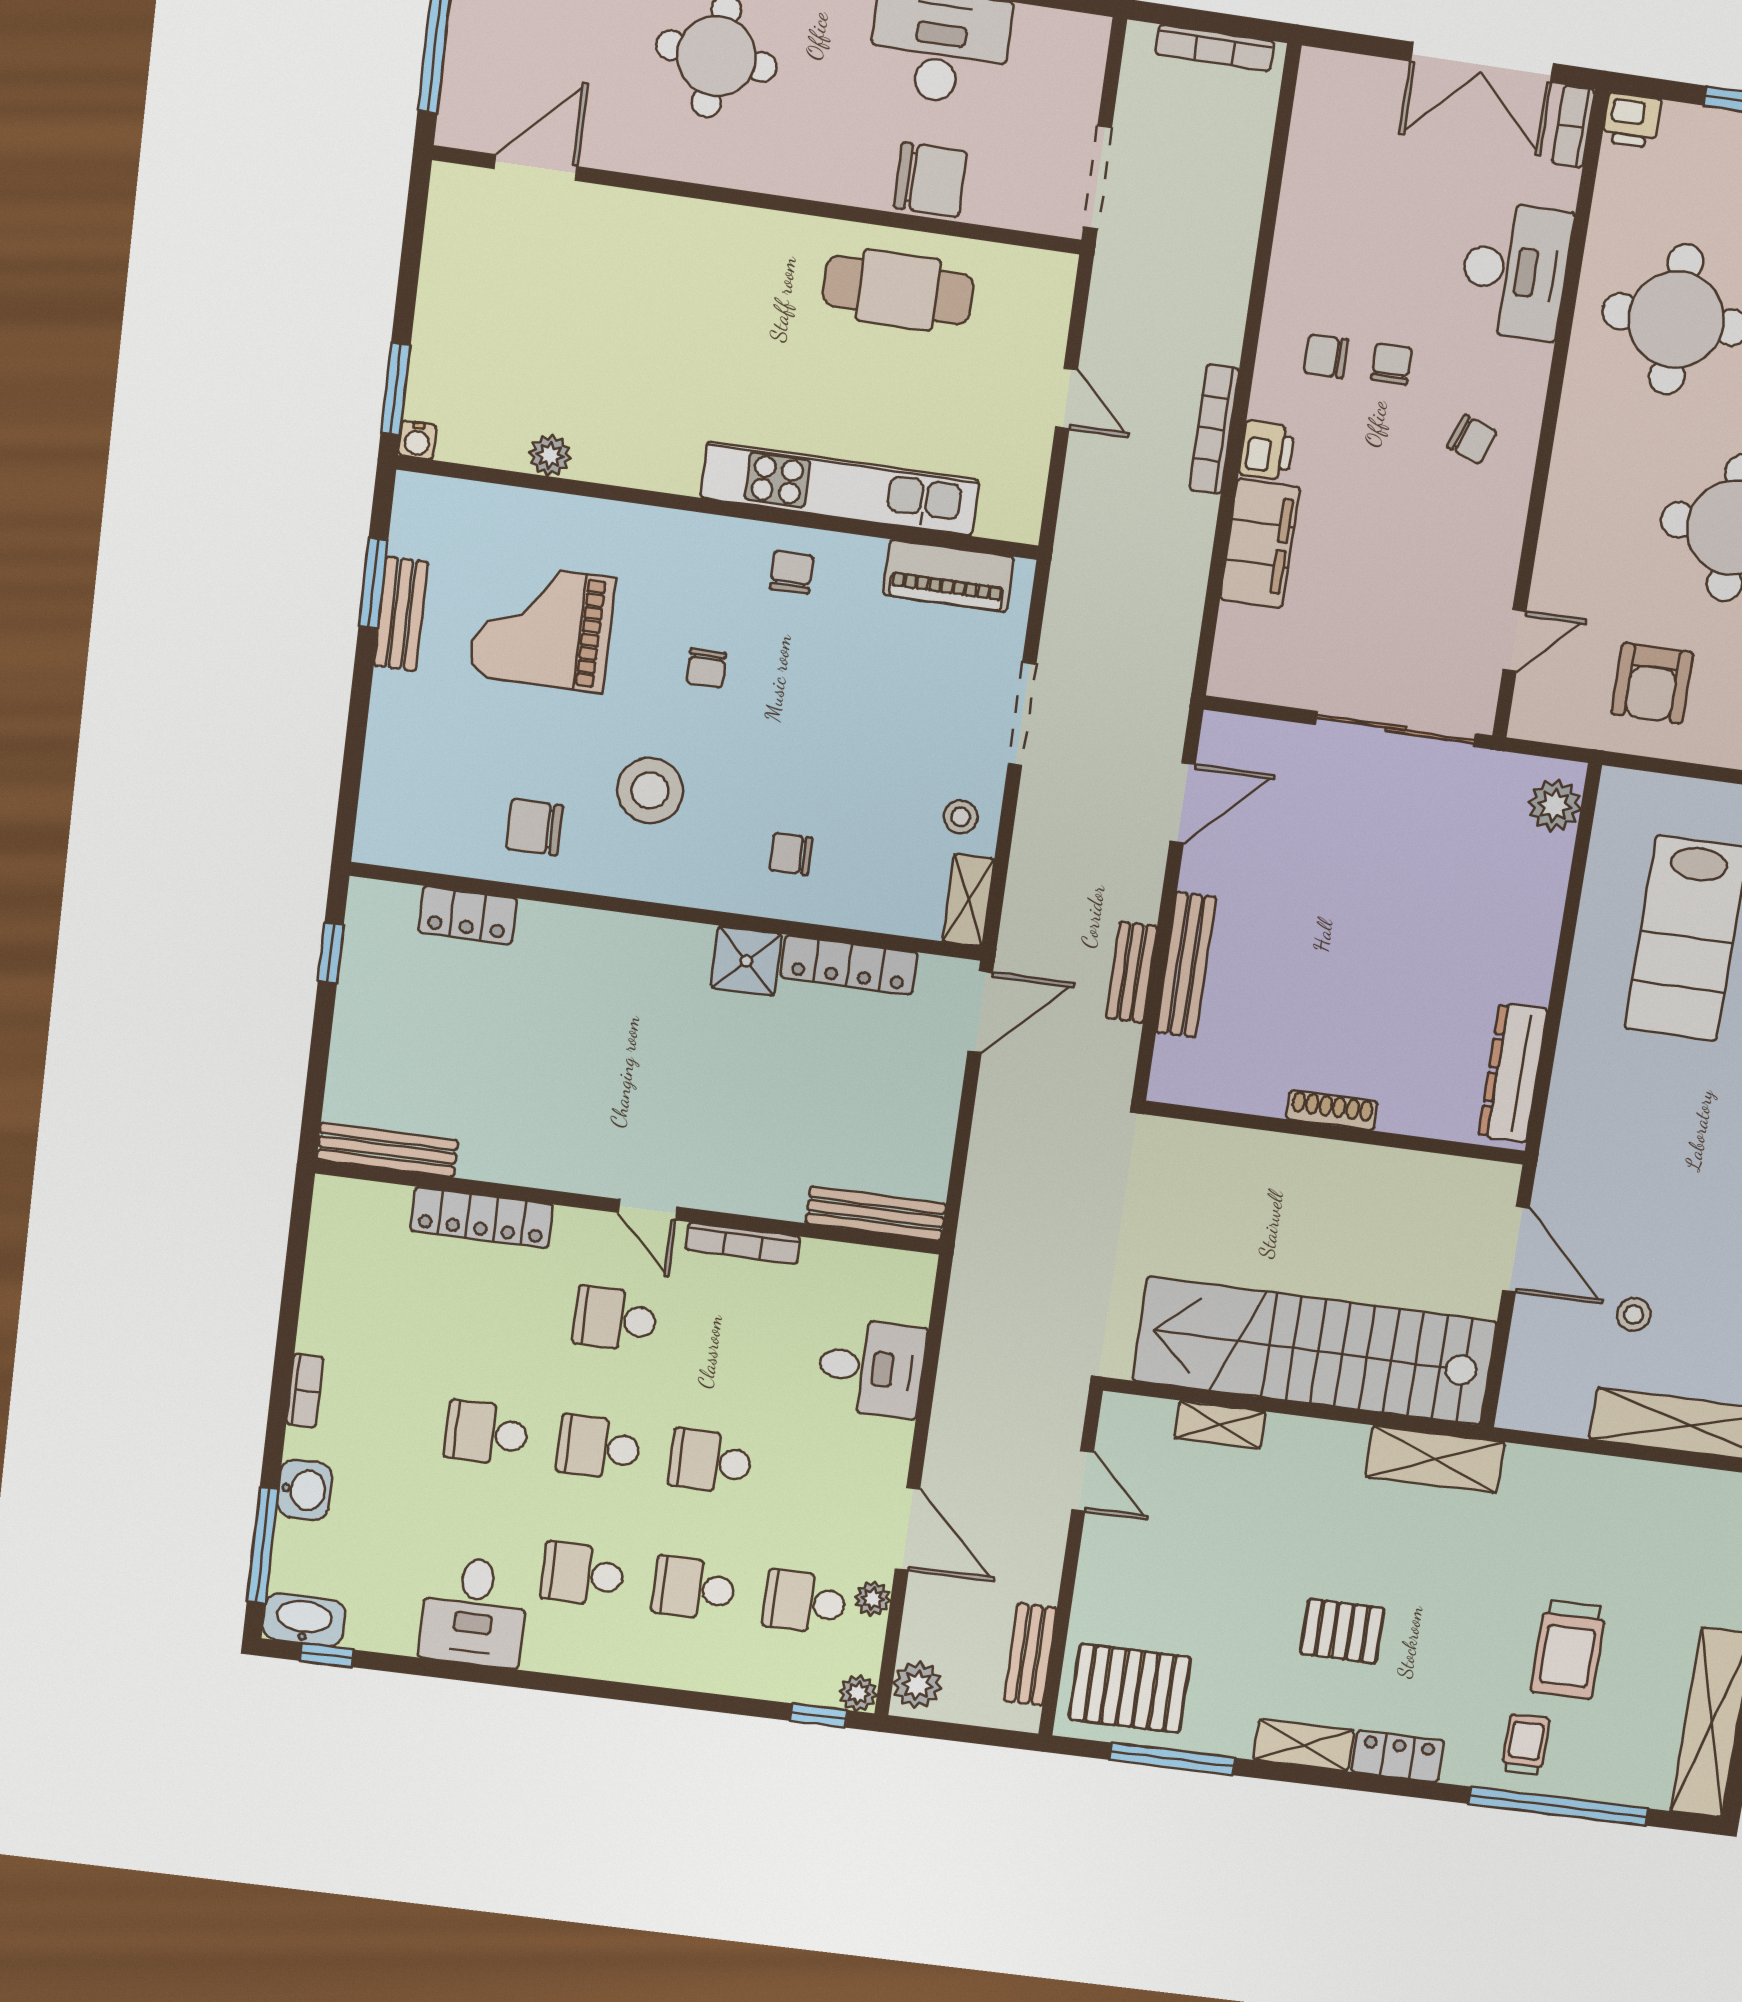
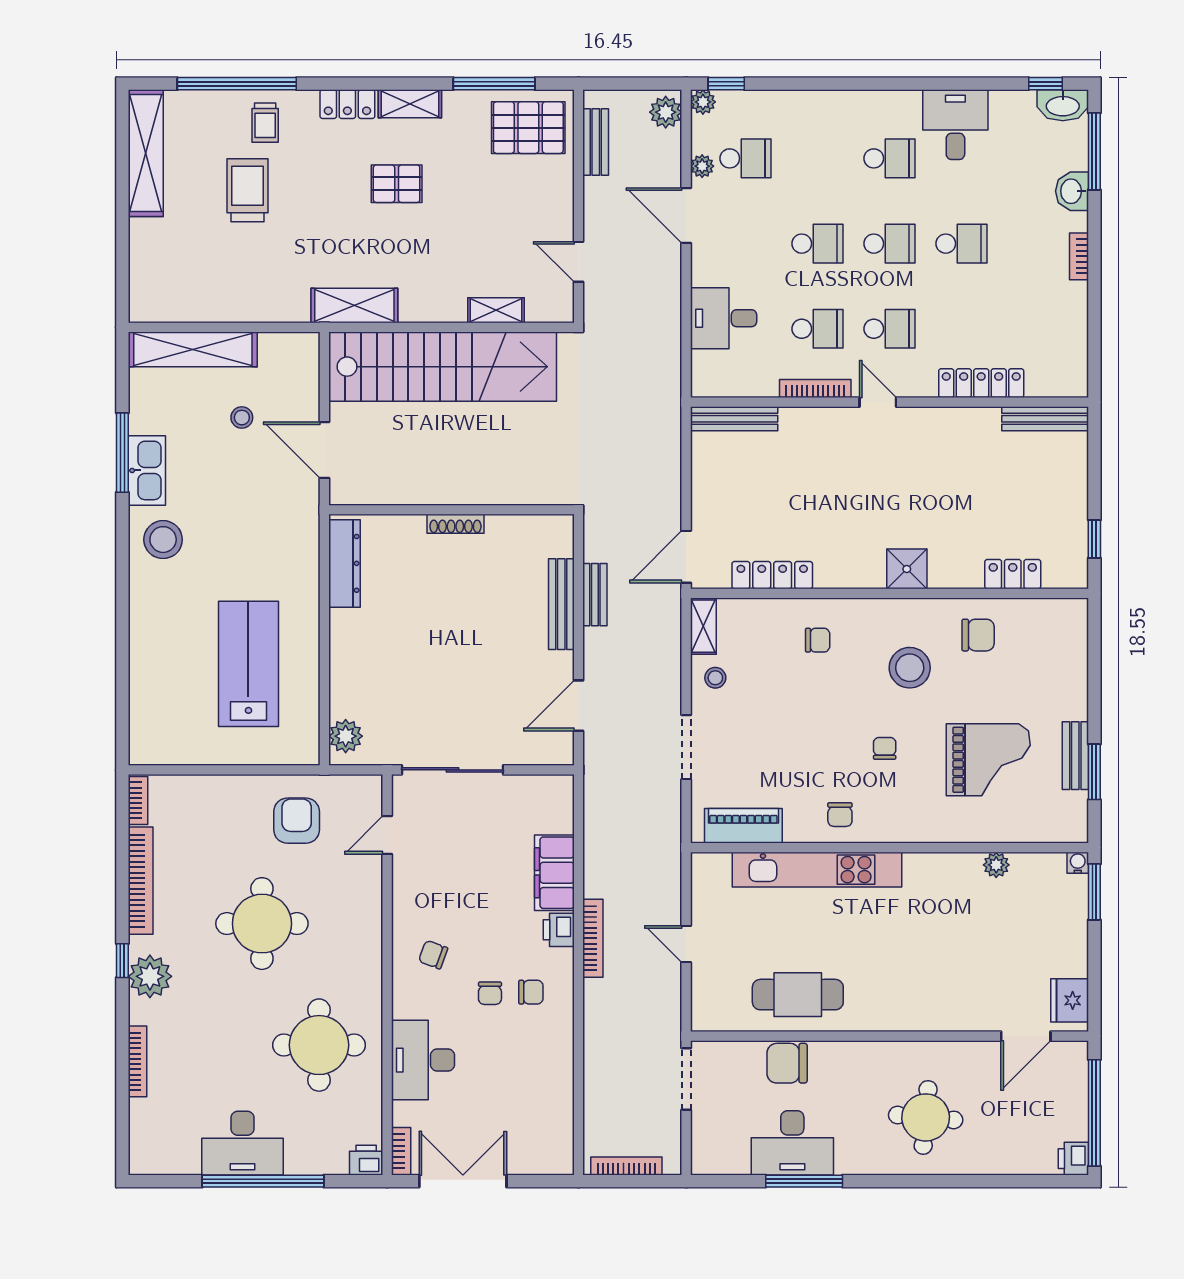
fridge: (457, 216) -> (1070, 1000), added
shower: (746, 961) -> (907, 569), moved
school desk: (694, 1588) -> (817, 329), moved

